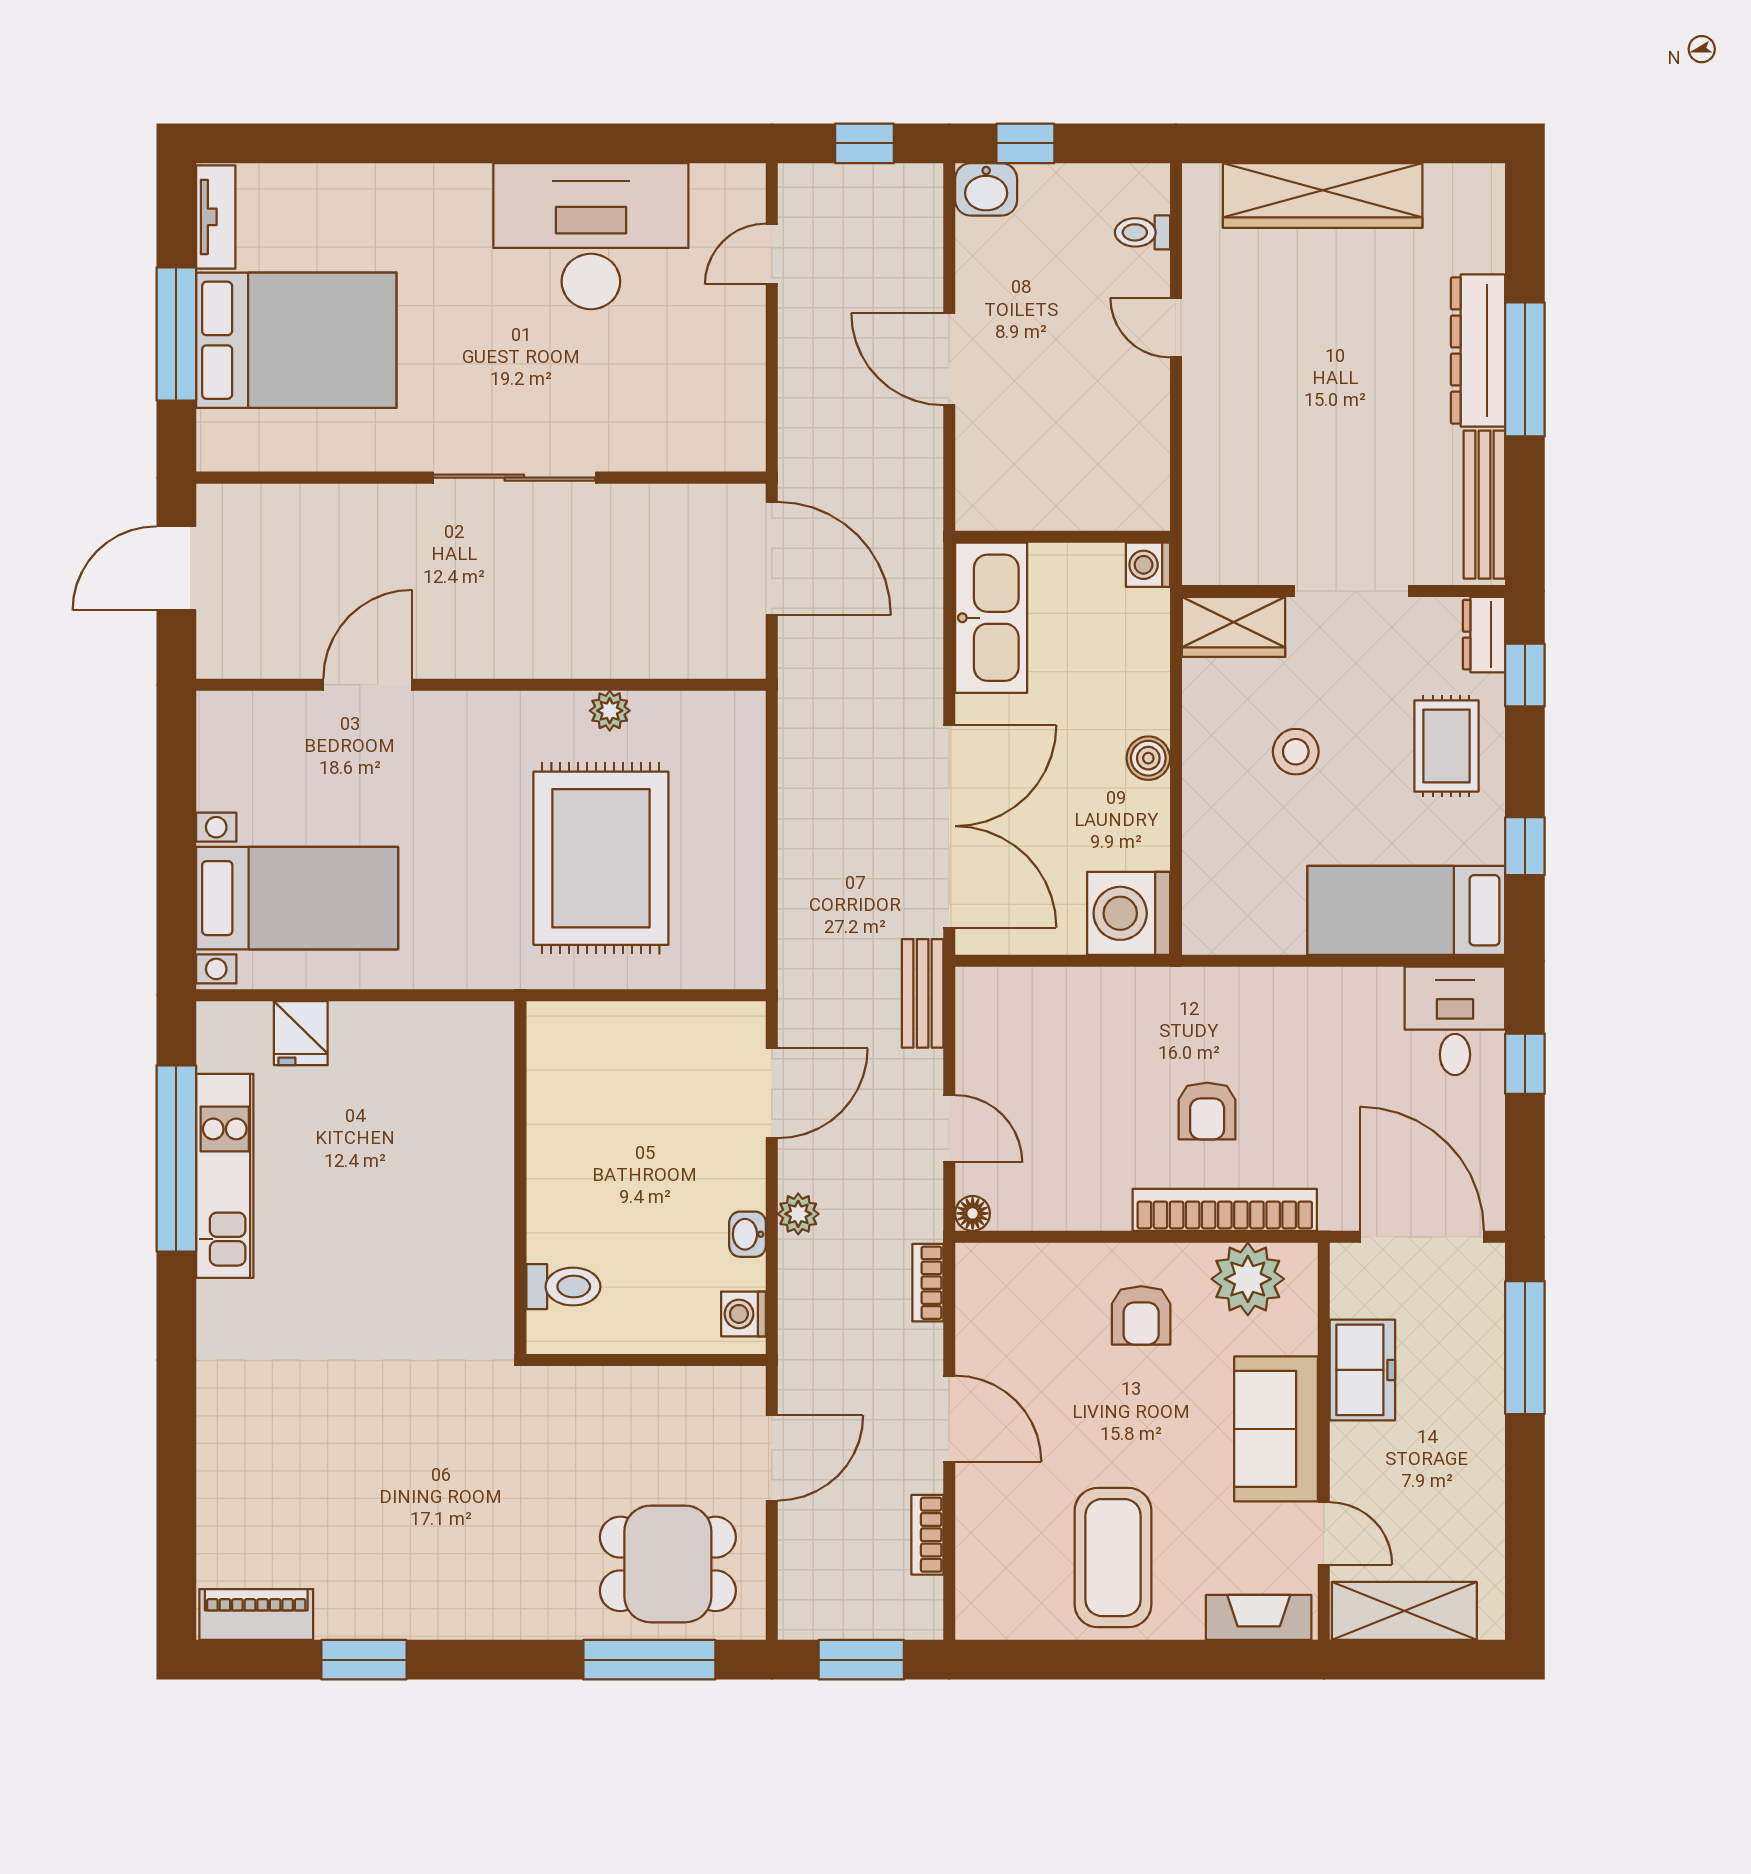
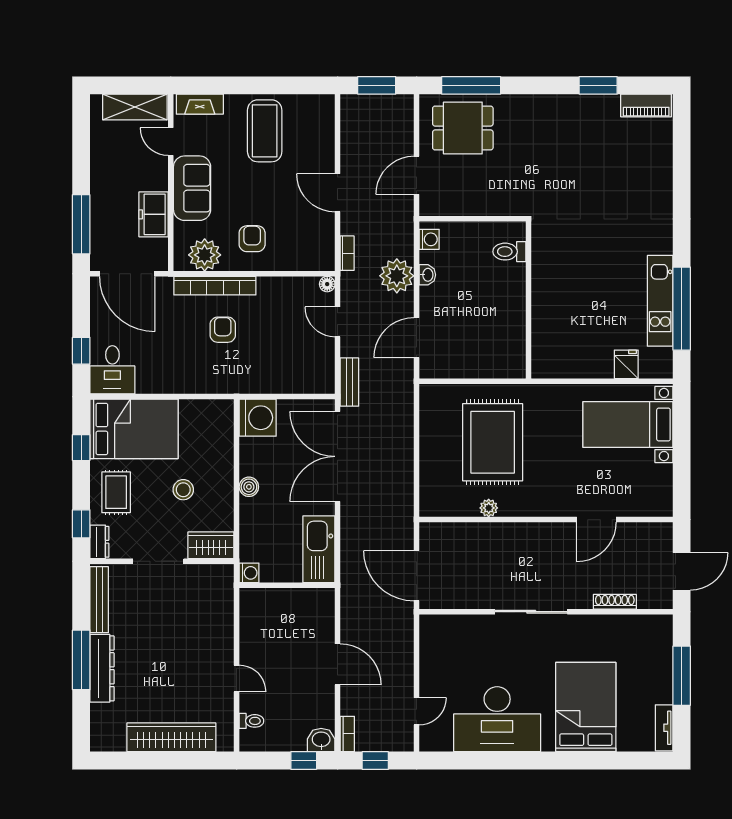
bed: (296, 340) -> (586, 707), moved, turned 90
shoe rack: (327, 500) -> (615, 602), added
bed: (1406, 910) -> (134, 429), width x1.50
plant: (798, 1214) -> (397, 276), width x1.87, depth x1.87
bookcase: (927, 1535) -> (347, 734), moved

